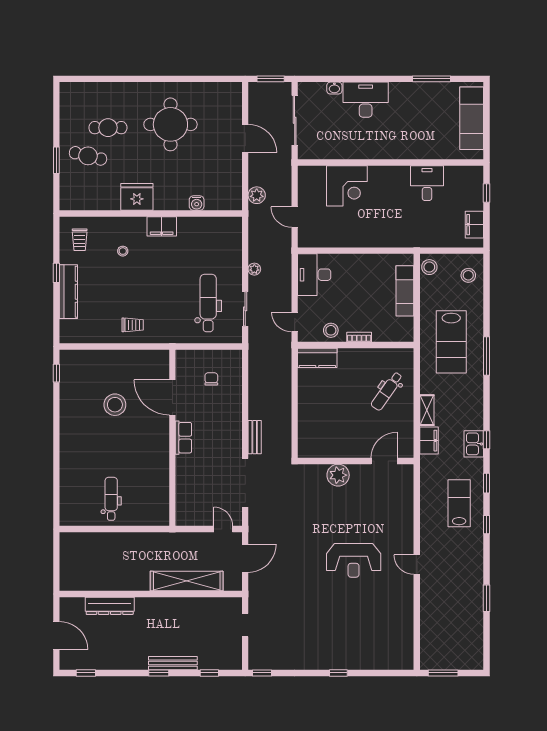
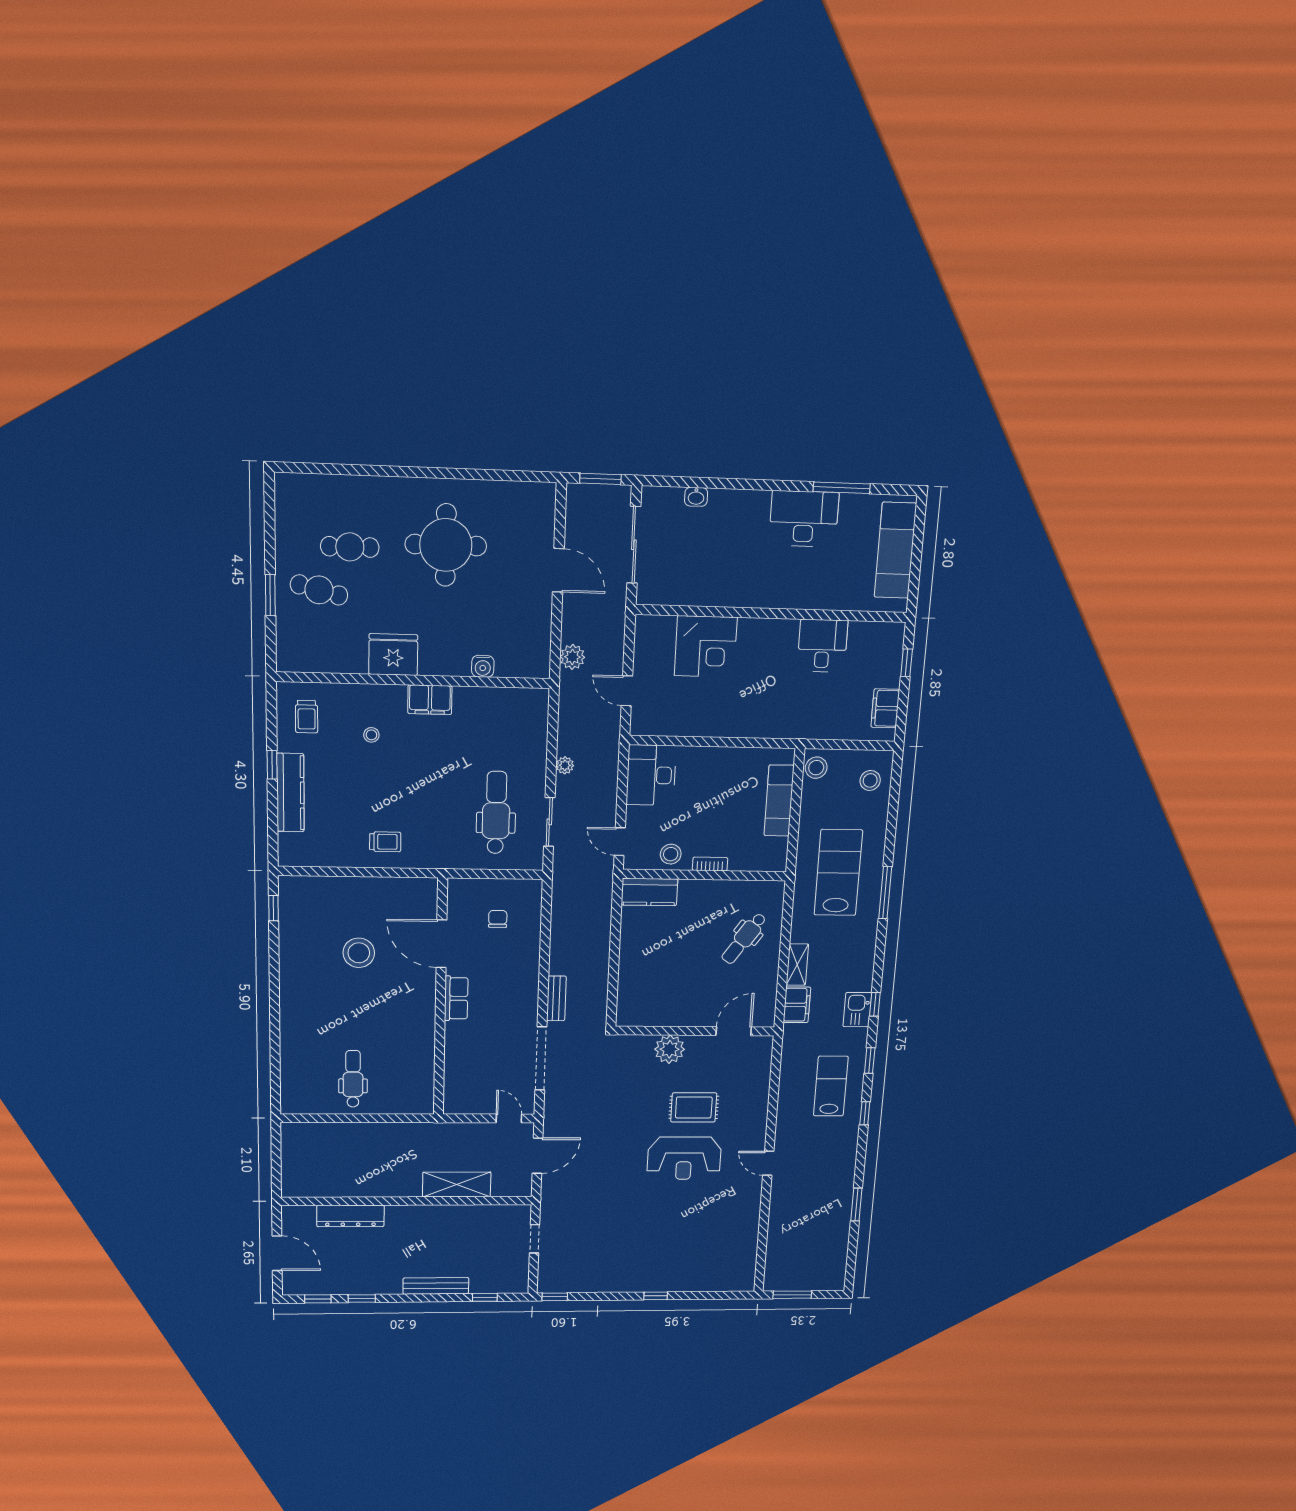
desk: (366, 100) -> (804, 519), moved
lab bench: (451, 342) -> (838, 873), turned 180
rug: (358, 520) -> (694, 1107), added
shelving: (187, 581) -> (457, 1185), width x0.68
window: (159, 673) -> (362, 1298), moved

